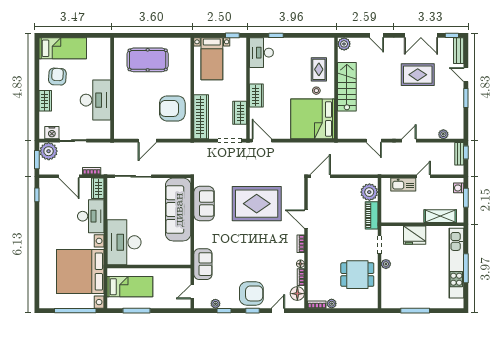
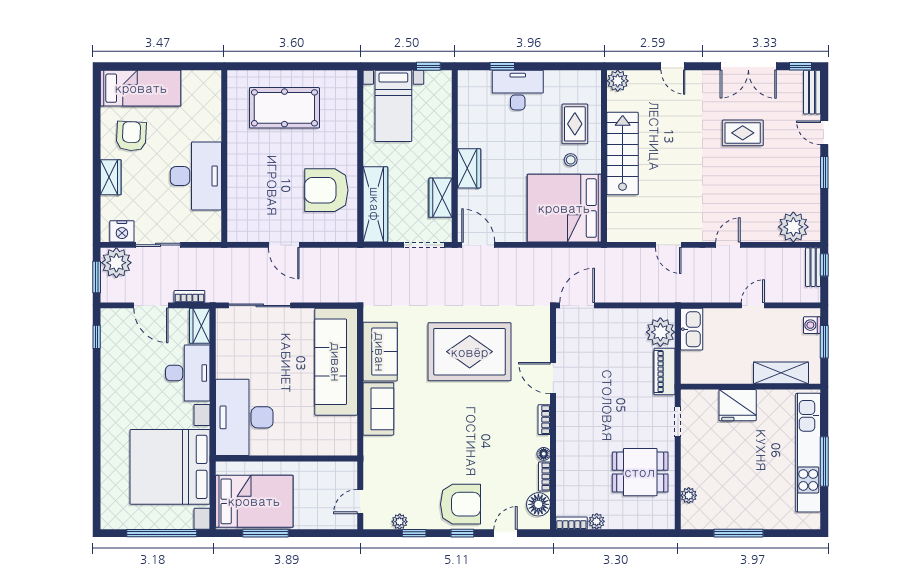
desk: (261, 53) -> (518, 90), moved, turned 90
rug: (418, 75) -> (743, 133), width x0.73, depth x0.70
plant: (443, 134) -> (793, 227), width x1.88, depth x1.88
door: (147, 141) -> (284, 245), hinge flipped
kitchen sink: (403, 184) -> (692, 329), moved, turned -90
sofa: (203, 264) -> (378, 409), moved
plant: (386, 264) -> (689, 495), moved
bed: (130, 287) -> (254, 501), width x1.50

